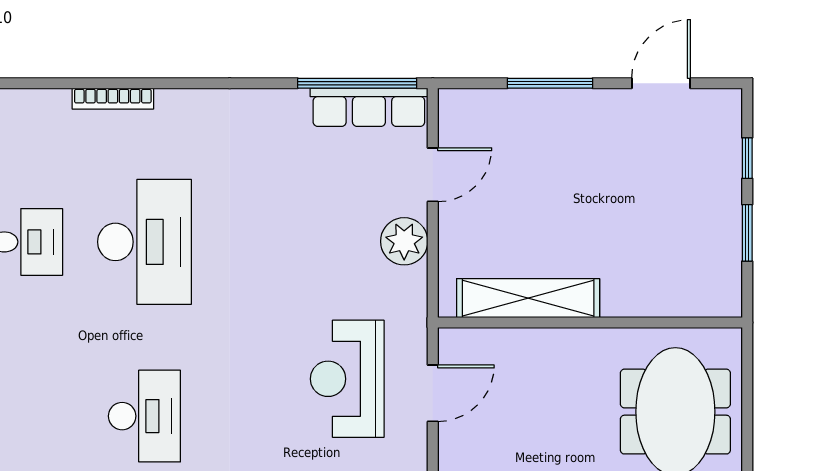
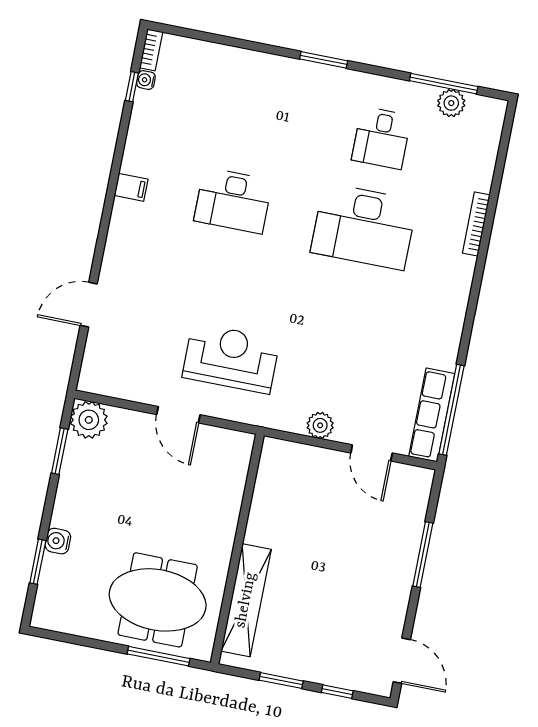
door: (661, 83) -> (402, 661), moved
plant: (404, 241) -> (320, 425), width x0.73, depth x0.73
shelving: (528, 298) -> (246, 600), moved
door: (433, 393) -> (178, 415), moved
window: (747, 396) -> (158, 656), added

